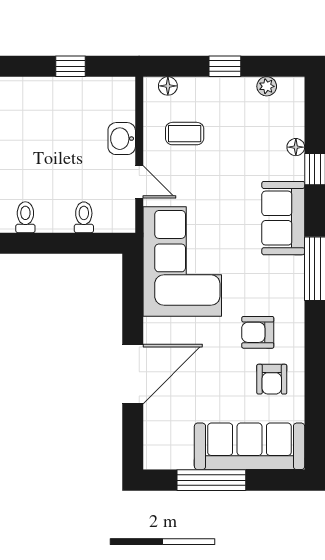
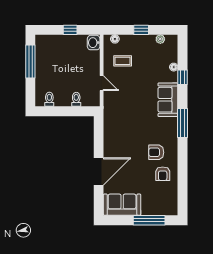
washbasin: (122, 139) -> (94, 43), moved
corner sofa: (182, 261) -> (121, 120), removed
sofa: (249, 446) -> (122, 205), moved, width x0.73
window: (211, 480) -> (149, 220), moved

